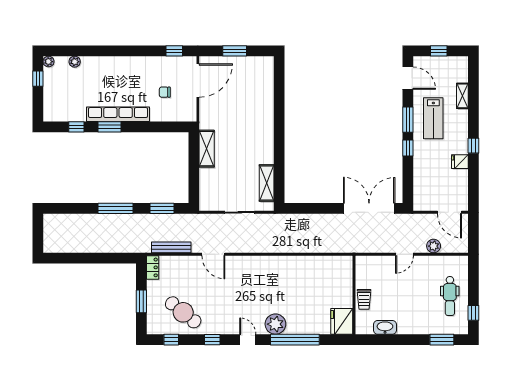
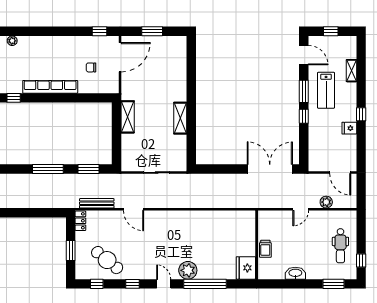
window: (110, 127) -> (43, 98), removed
shelving: (267, 183) -> (180, 118), moved
washbasin: (385, 327) -> (295, 273), moved

